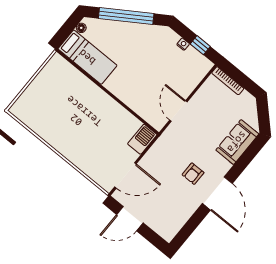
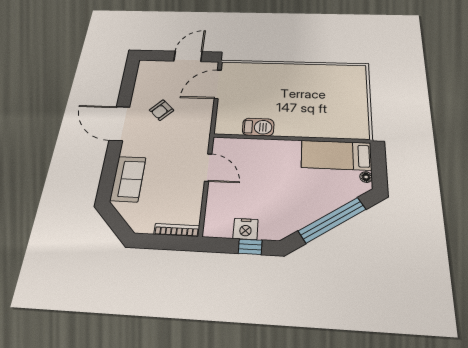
nightstand: (183, 44) -> (246, 229), width x1.89, depth x1.79
window: (200, 45) -> (250, 247), moved
barbecue: (142, 139) -> (258, 127), moved, turned -90
armchair: (193, 174) -> (162, 110), moved, turned -136

